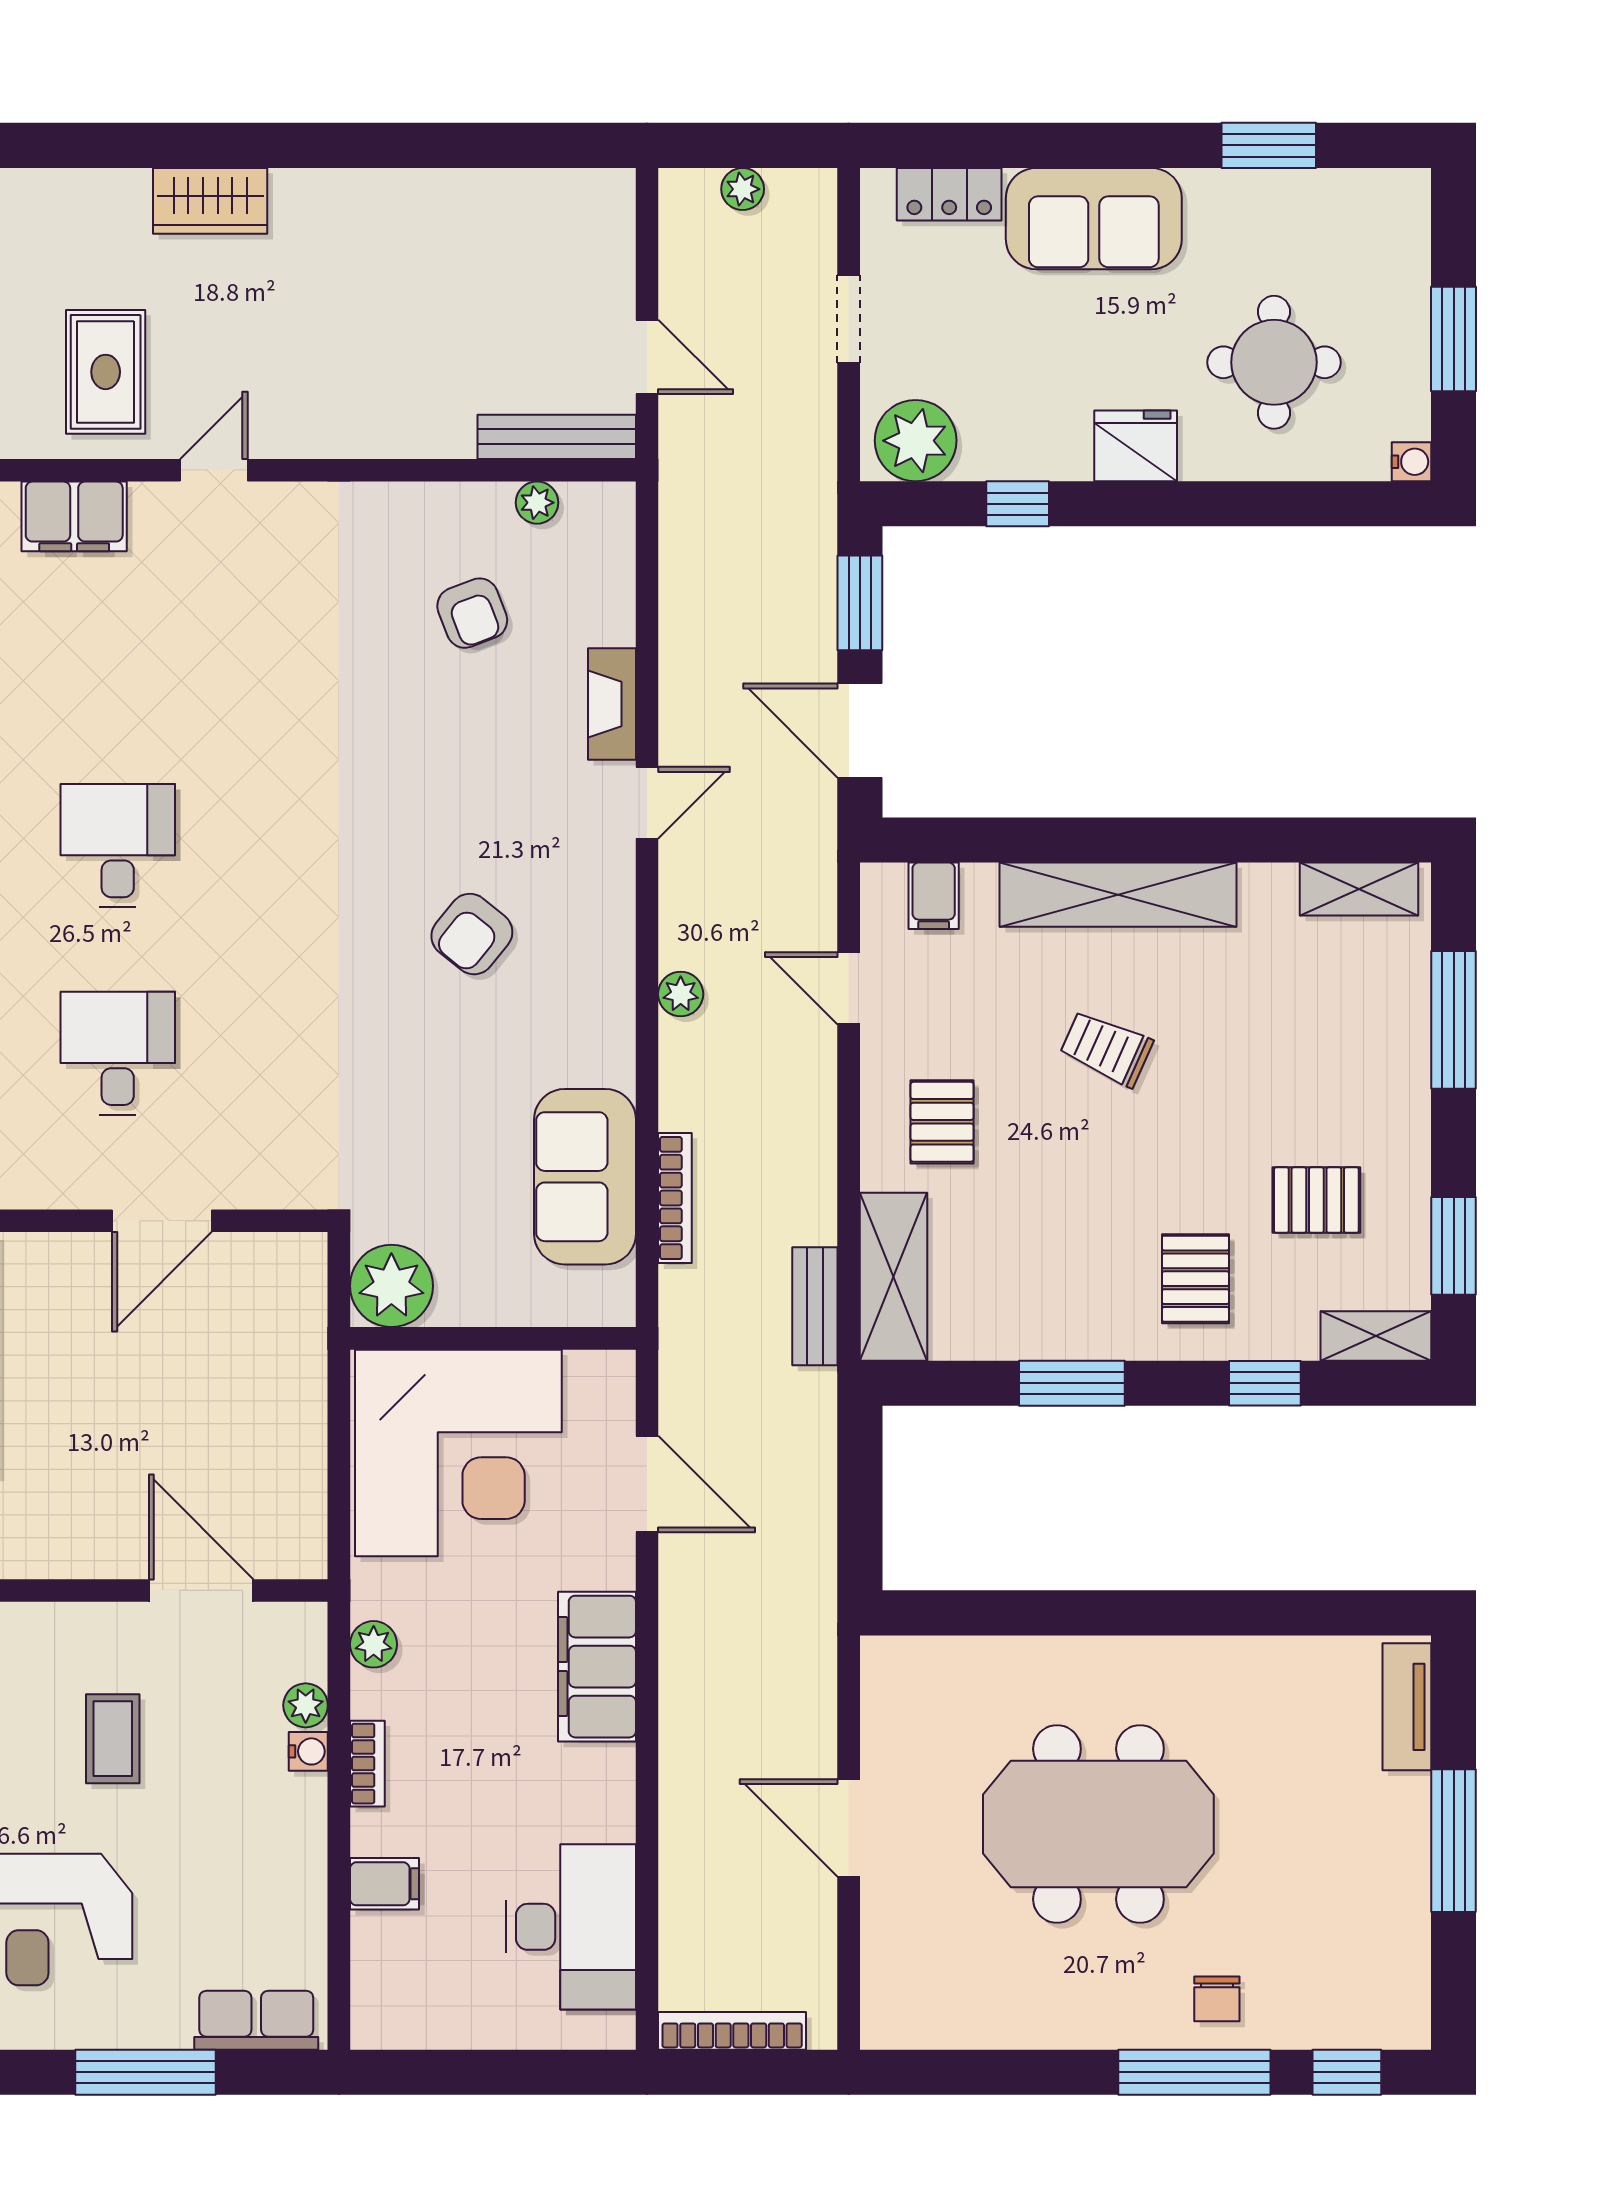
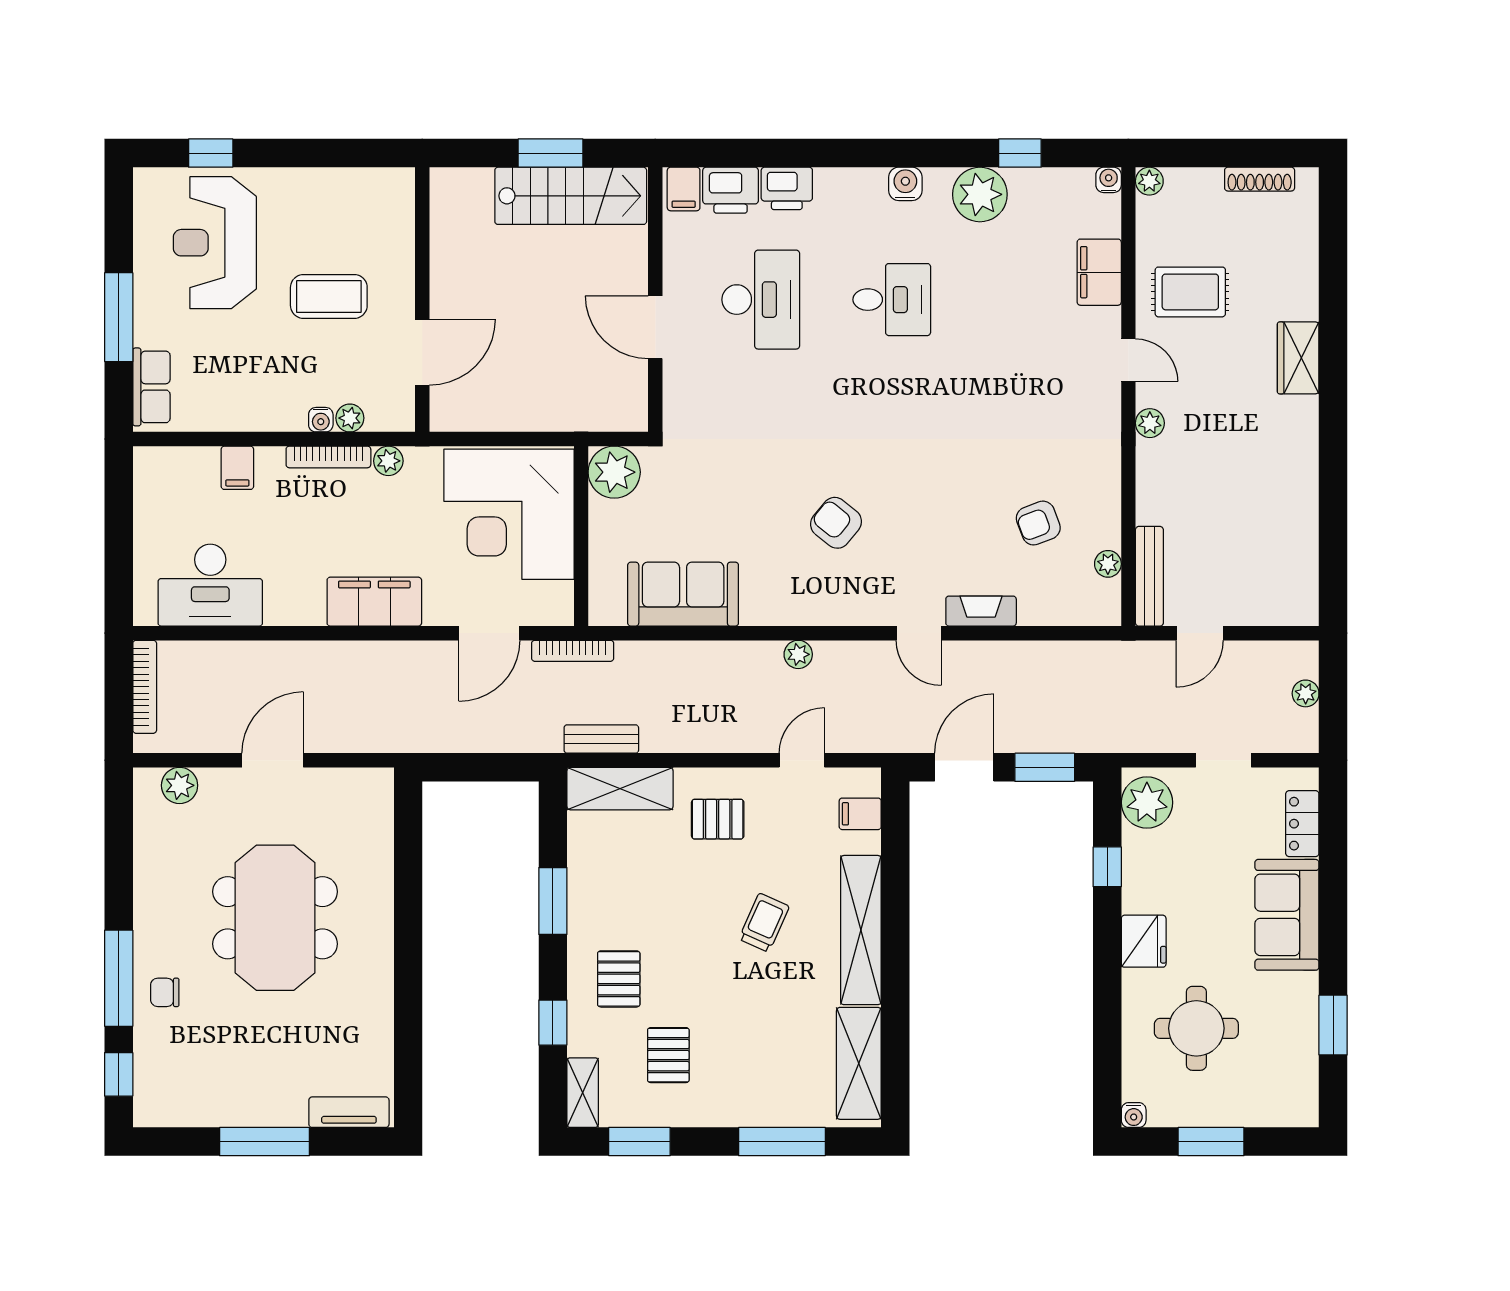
plant: (314, 436) -> (1150, 423), added
shelving: (1359, 889) -> (859, 1063), width x1.50, depth x1.33
desk: (118, 1053) -> (761, 300), width x1.37
bookcase: (675, 1198) -> (573, 651), moved
pallet: (1195, 1279) -> (619, 979), turned 90
coffee table: (113, 1739) -> (329, 296), width x1.36, depth x1.30
bookcase: (367, 1764) -> (328, 457), width x1.56
plant: (889, 1976) -> (180, 785), added

